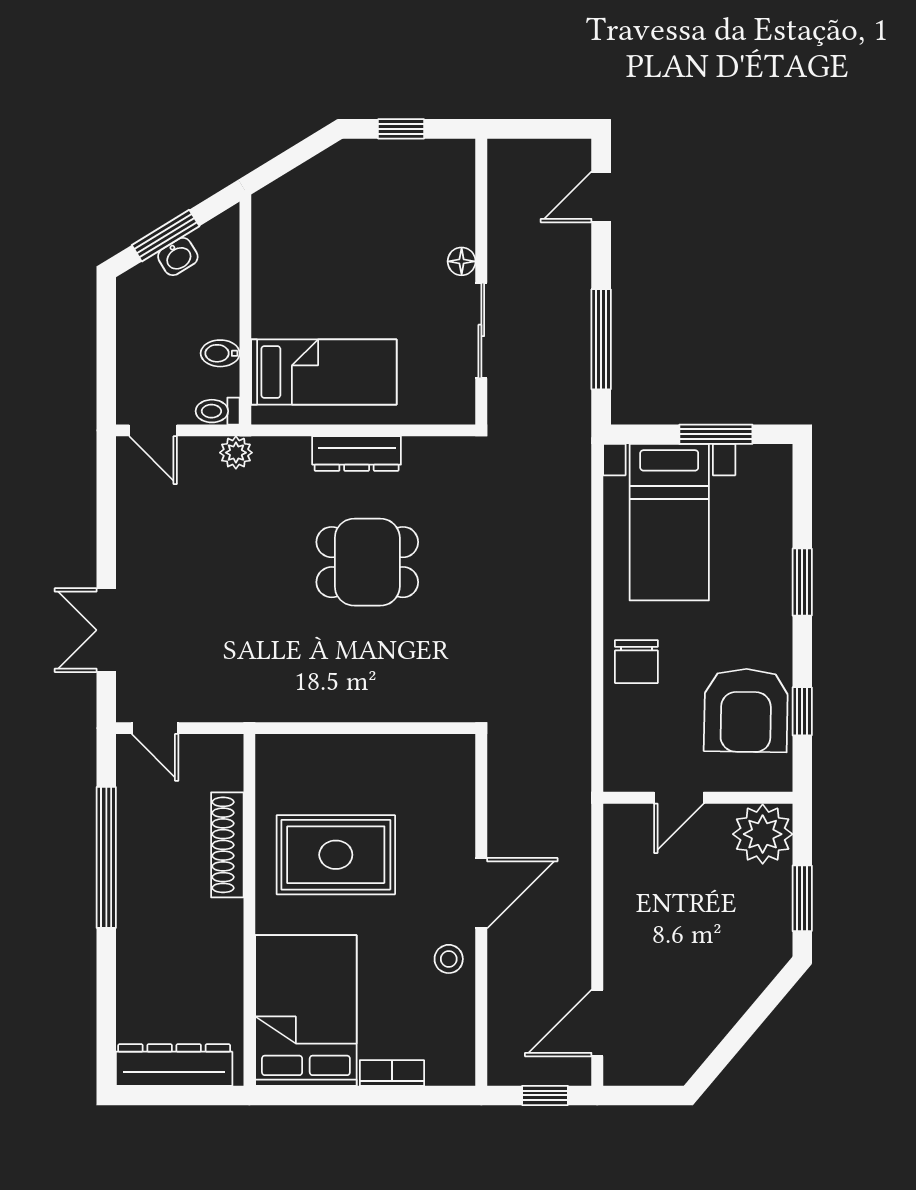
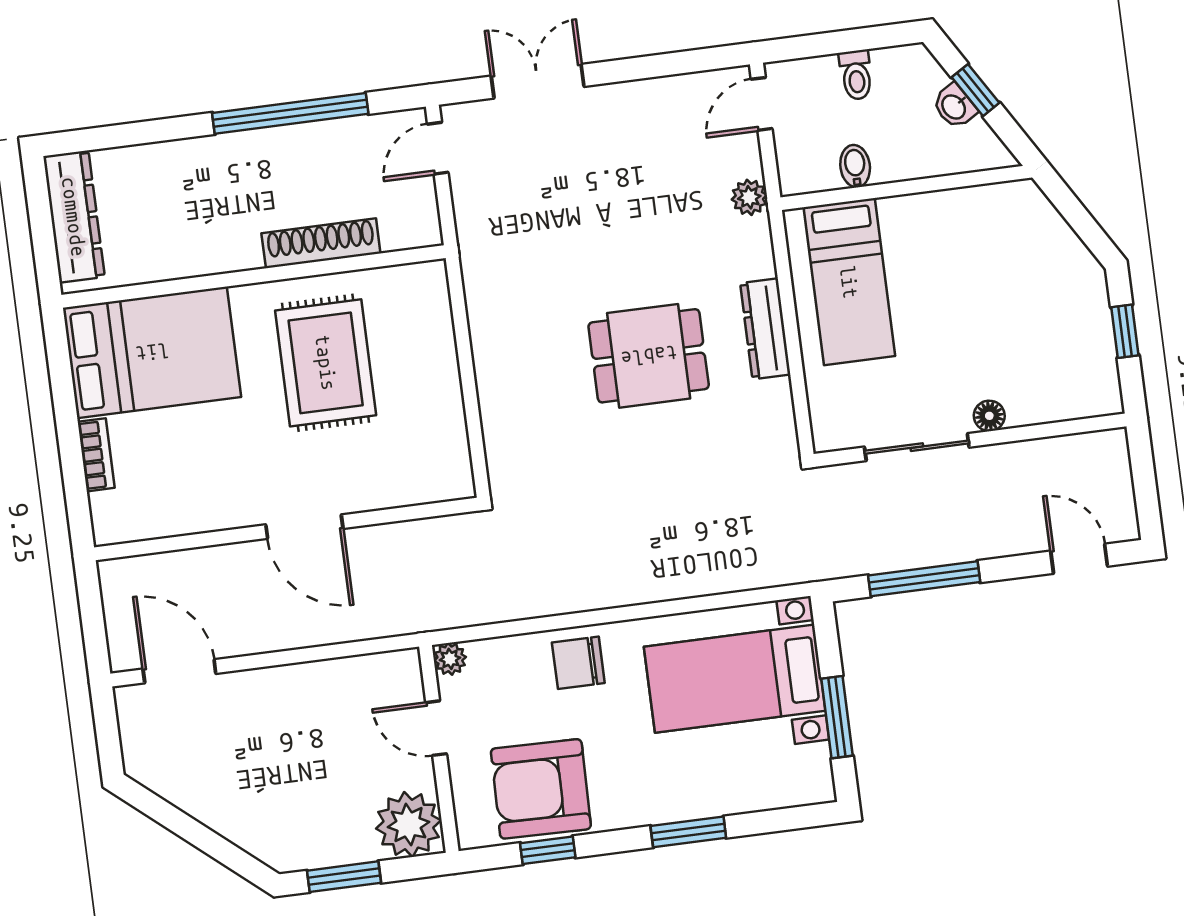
window: (166, 236) -> (975, 90), width x0.67
toilet: (218, 411) -> (856, 75), moved, turned 180
dining table: (367, 562) -> (649, 356), turned 90
plant: (618, 777) -> (450, 659), added
stool: (449, 959) -> (228, 500), removed
window: (545, 1095) -> (93, 625), removed

